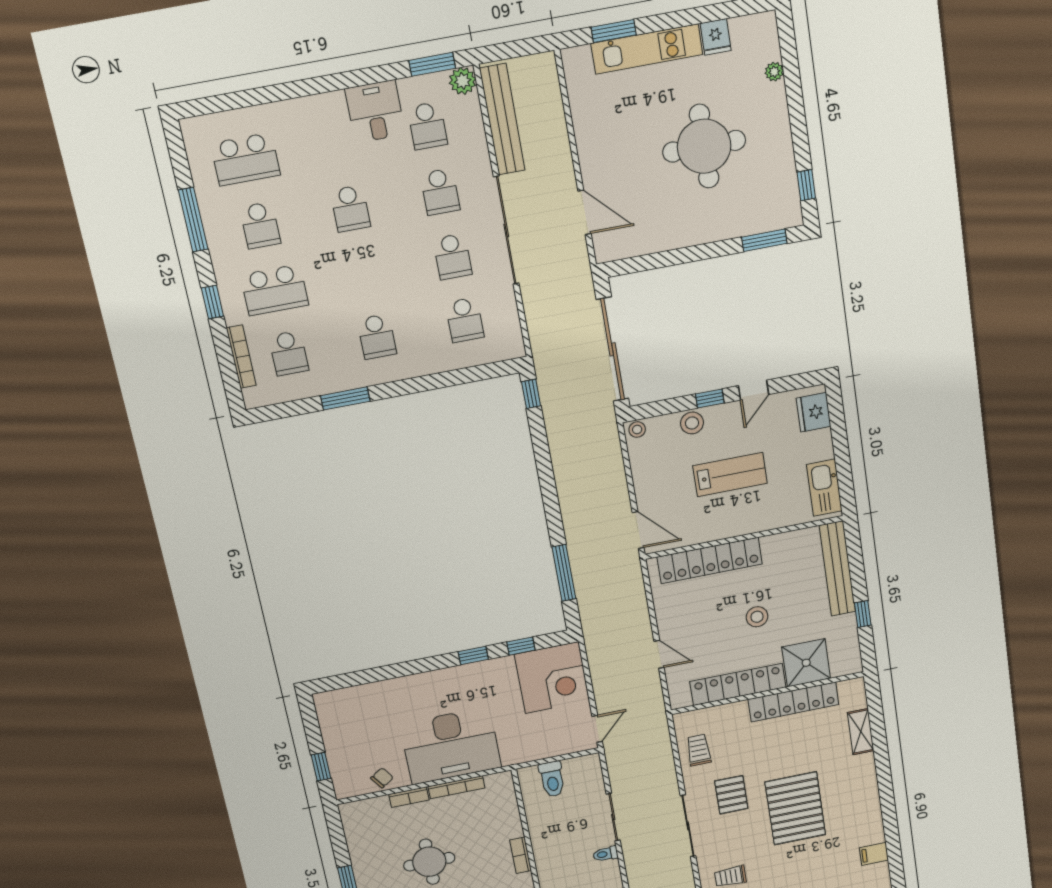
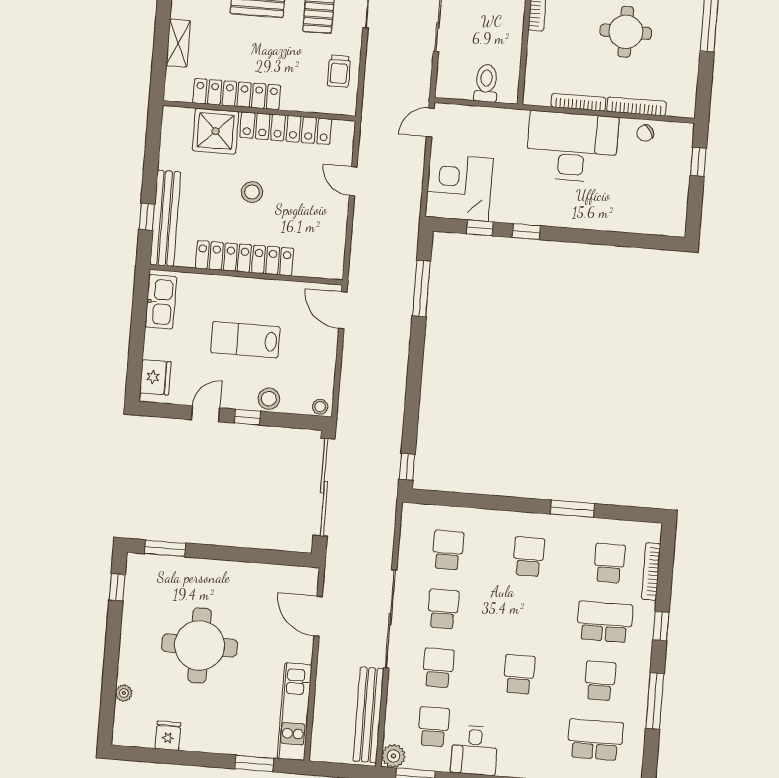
kitchen unit: (647, 49) -> (295, 712), moved, turned -90
locker: (710, 560) -> (244, 258), moved
window: (863, 614) -> (147, 217), moved
bookcase: (409, 797) -> (636, 106), width x1.56

